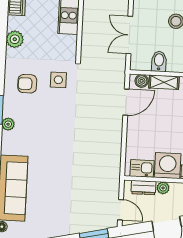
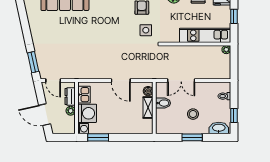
double door: (129, 35) -> (181, 80), swing flipped
door: (126, 102) -> (121, 80), moved
door: (121, 210) -> (53, 80), hinge flipped

